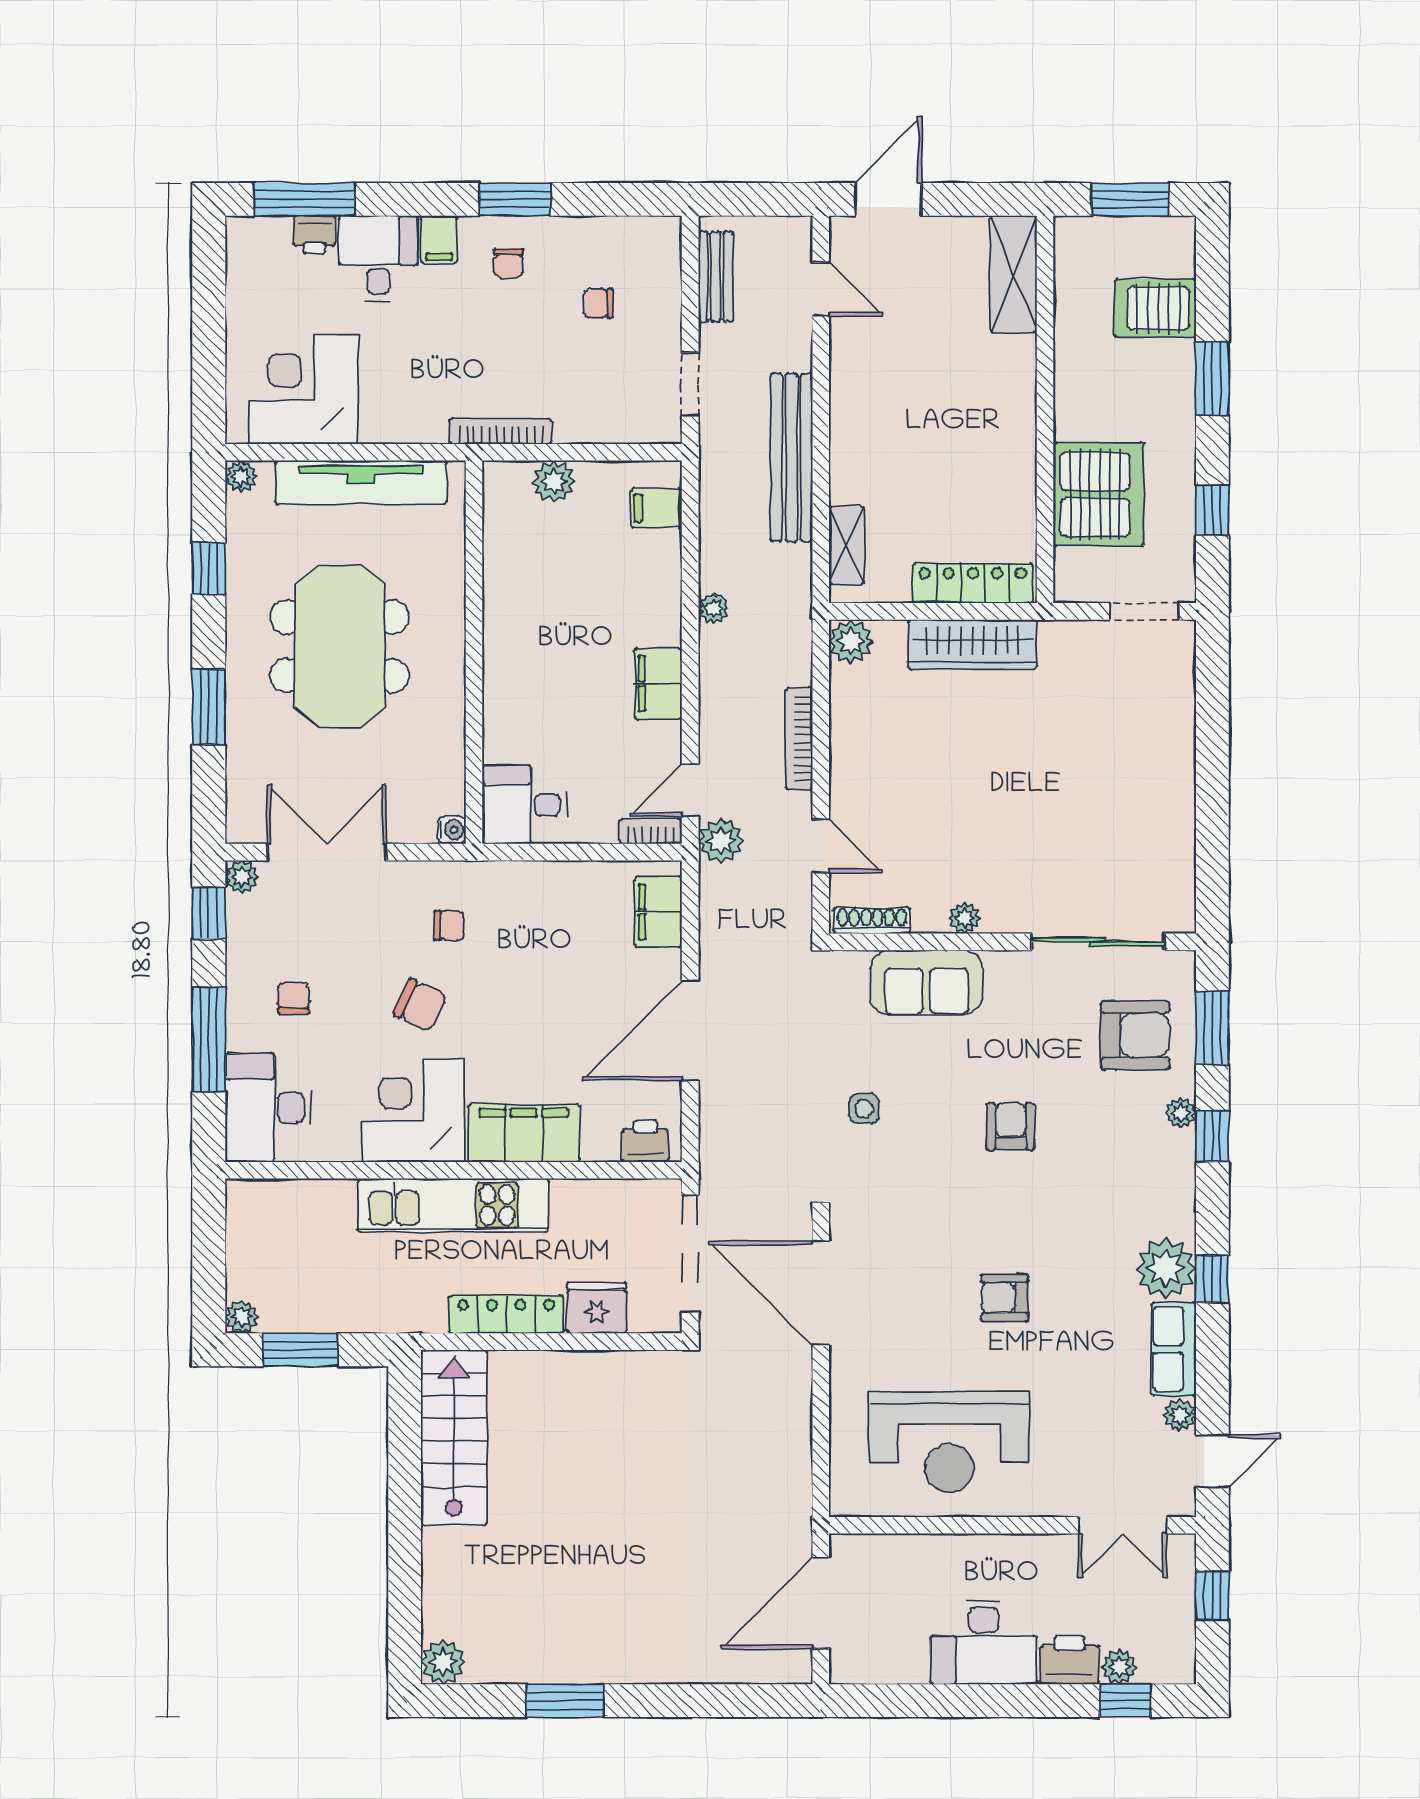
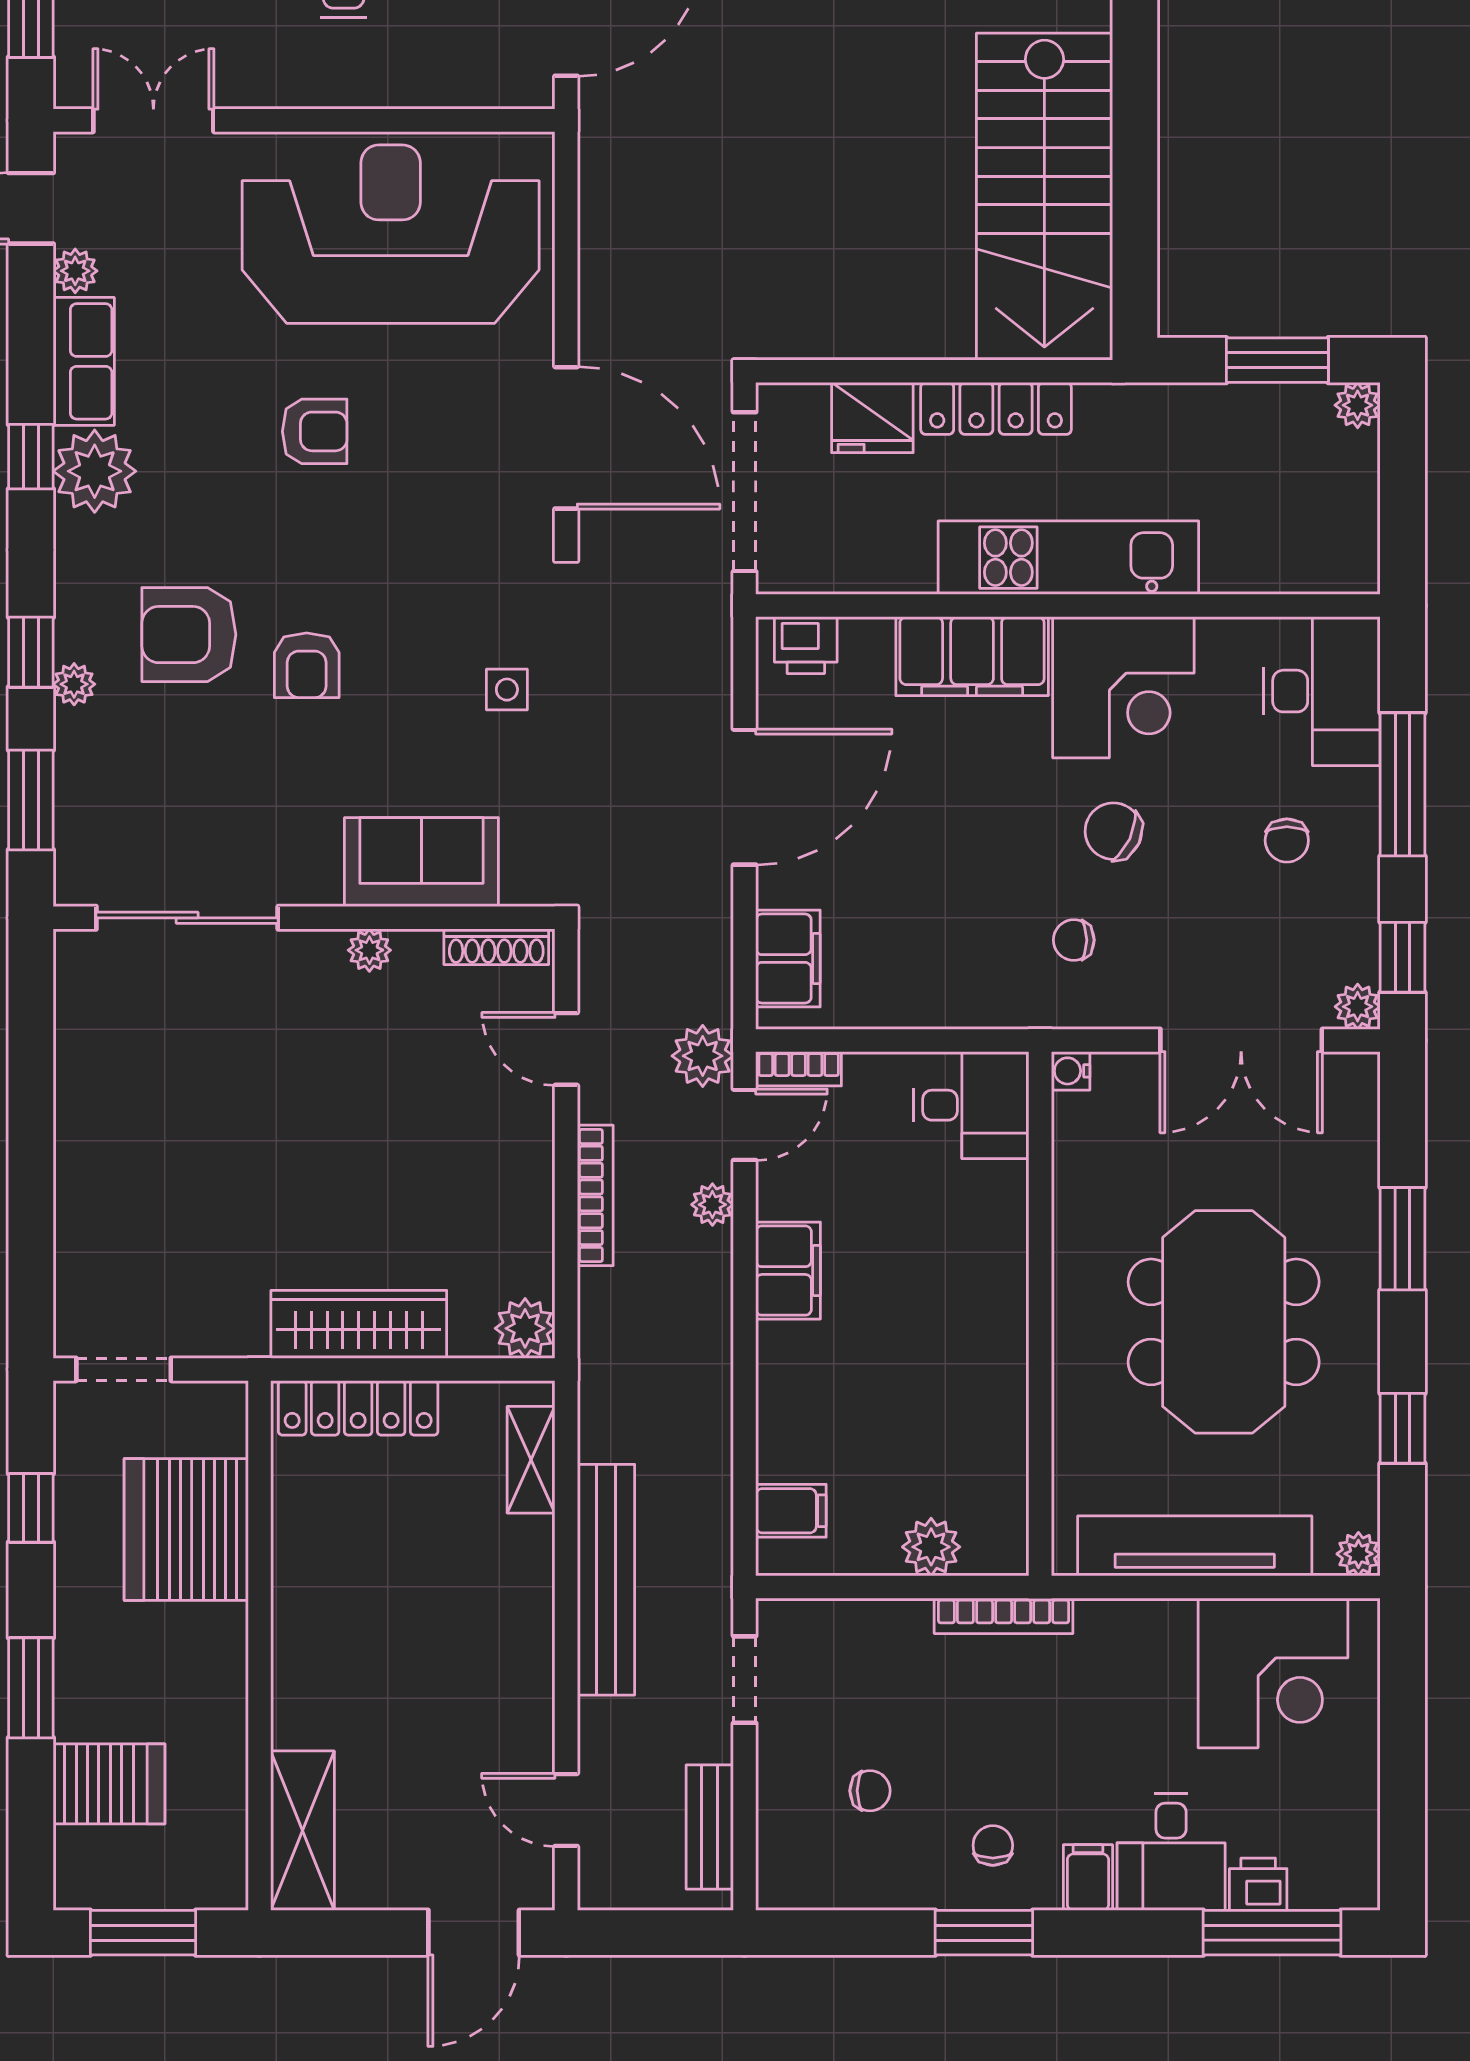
plant: (714, 608) -> (712, 1205), moved
armchair: (1135, 1035) -> (189, 635), moved
stairs: (454, 1438) -> (1044, 197), width x1.36, depth x1.51
reception desk: (949, 1442) -> (391, 234), width x1.36, depth x1.30

